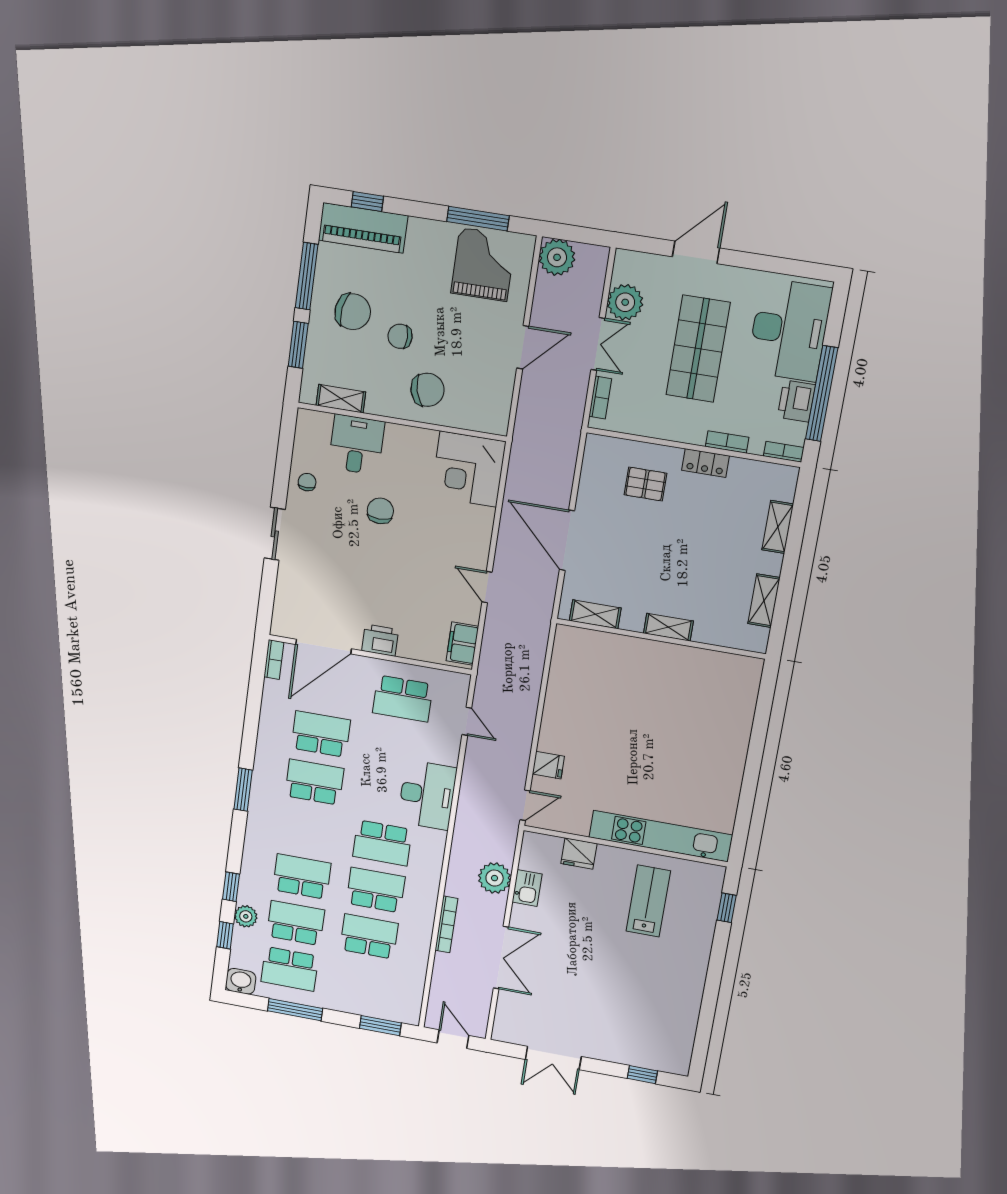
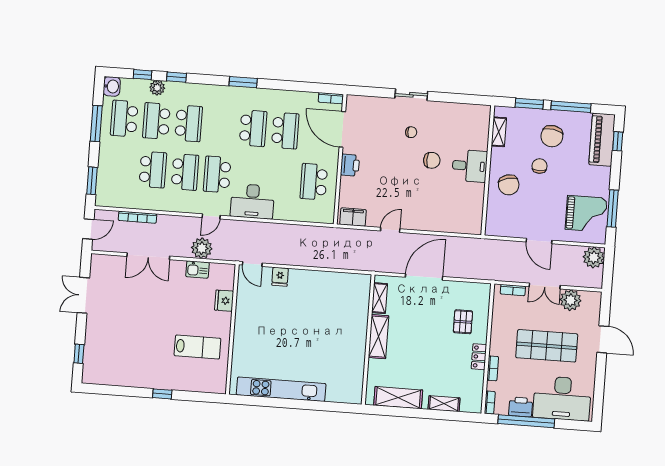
desk: (356, 445) -> (470, 166), moved
corner desk: (468, 469) -> (462, 213), removed
chair: (307, 482) -> (411, 132), moved
shelving: (764, 601) -> (398, 398), width x1.50, depth x1.33
shelving: (668, 627) -> (379, 337), width x1.50, depth x1.33
door: (467, 721) -> (211, 216), moved
kitchen unit: (661, 836) -> (281, 389), moved, turned -90
window: (727, 908) -> (162, 394), moved
school desk: (296, 923) -> (156, 121), turned 180
bookcase: (446, 924) -> (138, 217), moved

